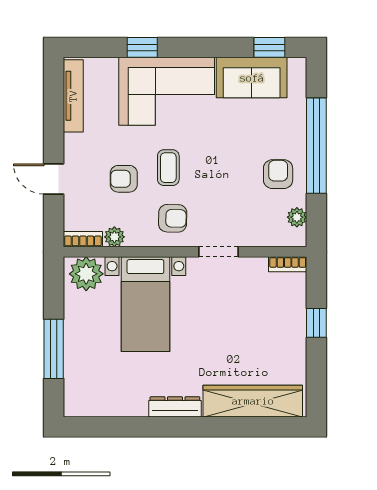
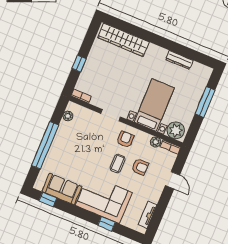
tv unit: (73, 96) -> (147, 215), width x0.71
armchair: (278, 174) -> (68, 139), removed
armchair: (173, 218) -> (125, 139), turned 89
dresser: (175, 407) -> (179, 60), moved

